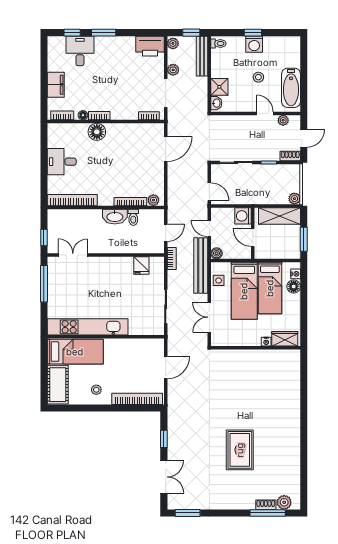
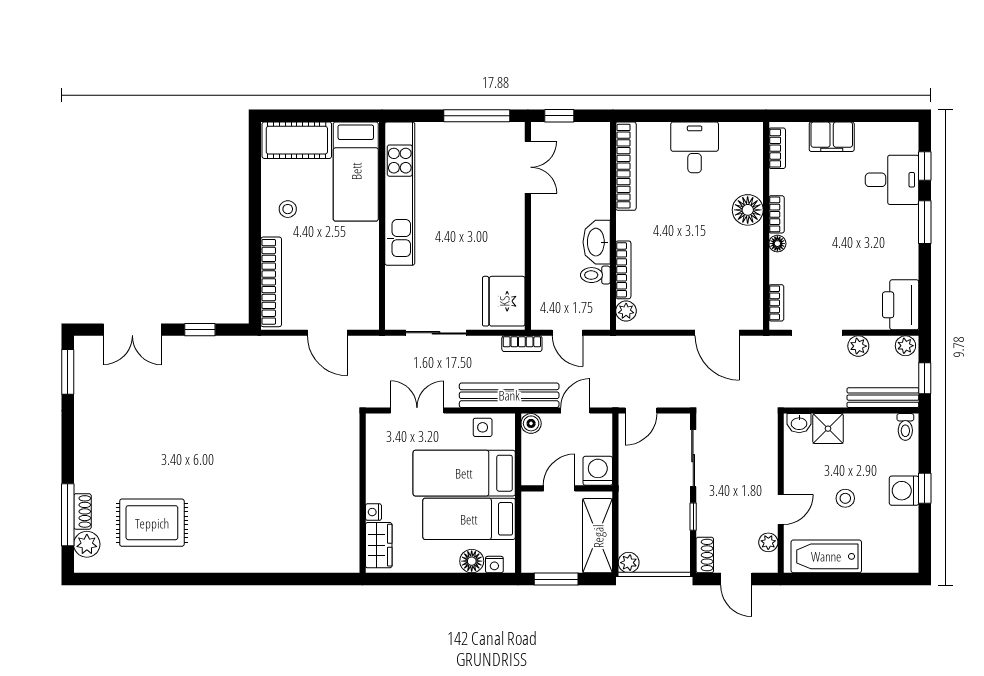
floor lamp: (83, 115) -> (777, 244), moved
fridge: (141, 266) -> (504, 301), width x1.88, depth x1.34
rug: (240, 450) -> (152, 523), moved

